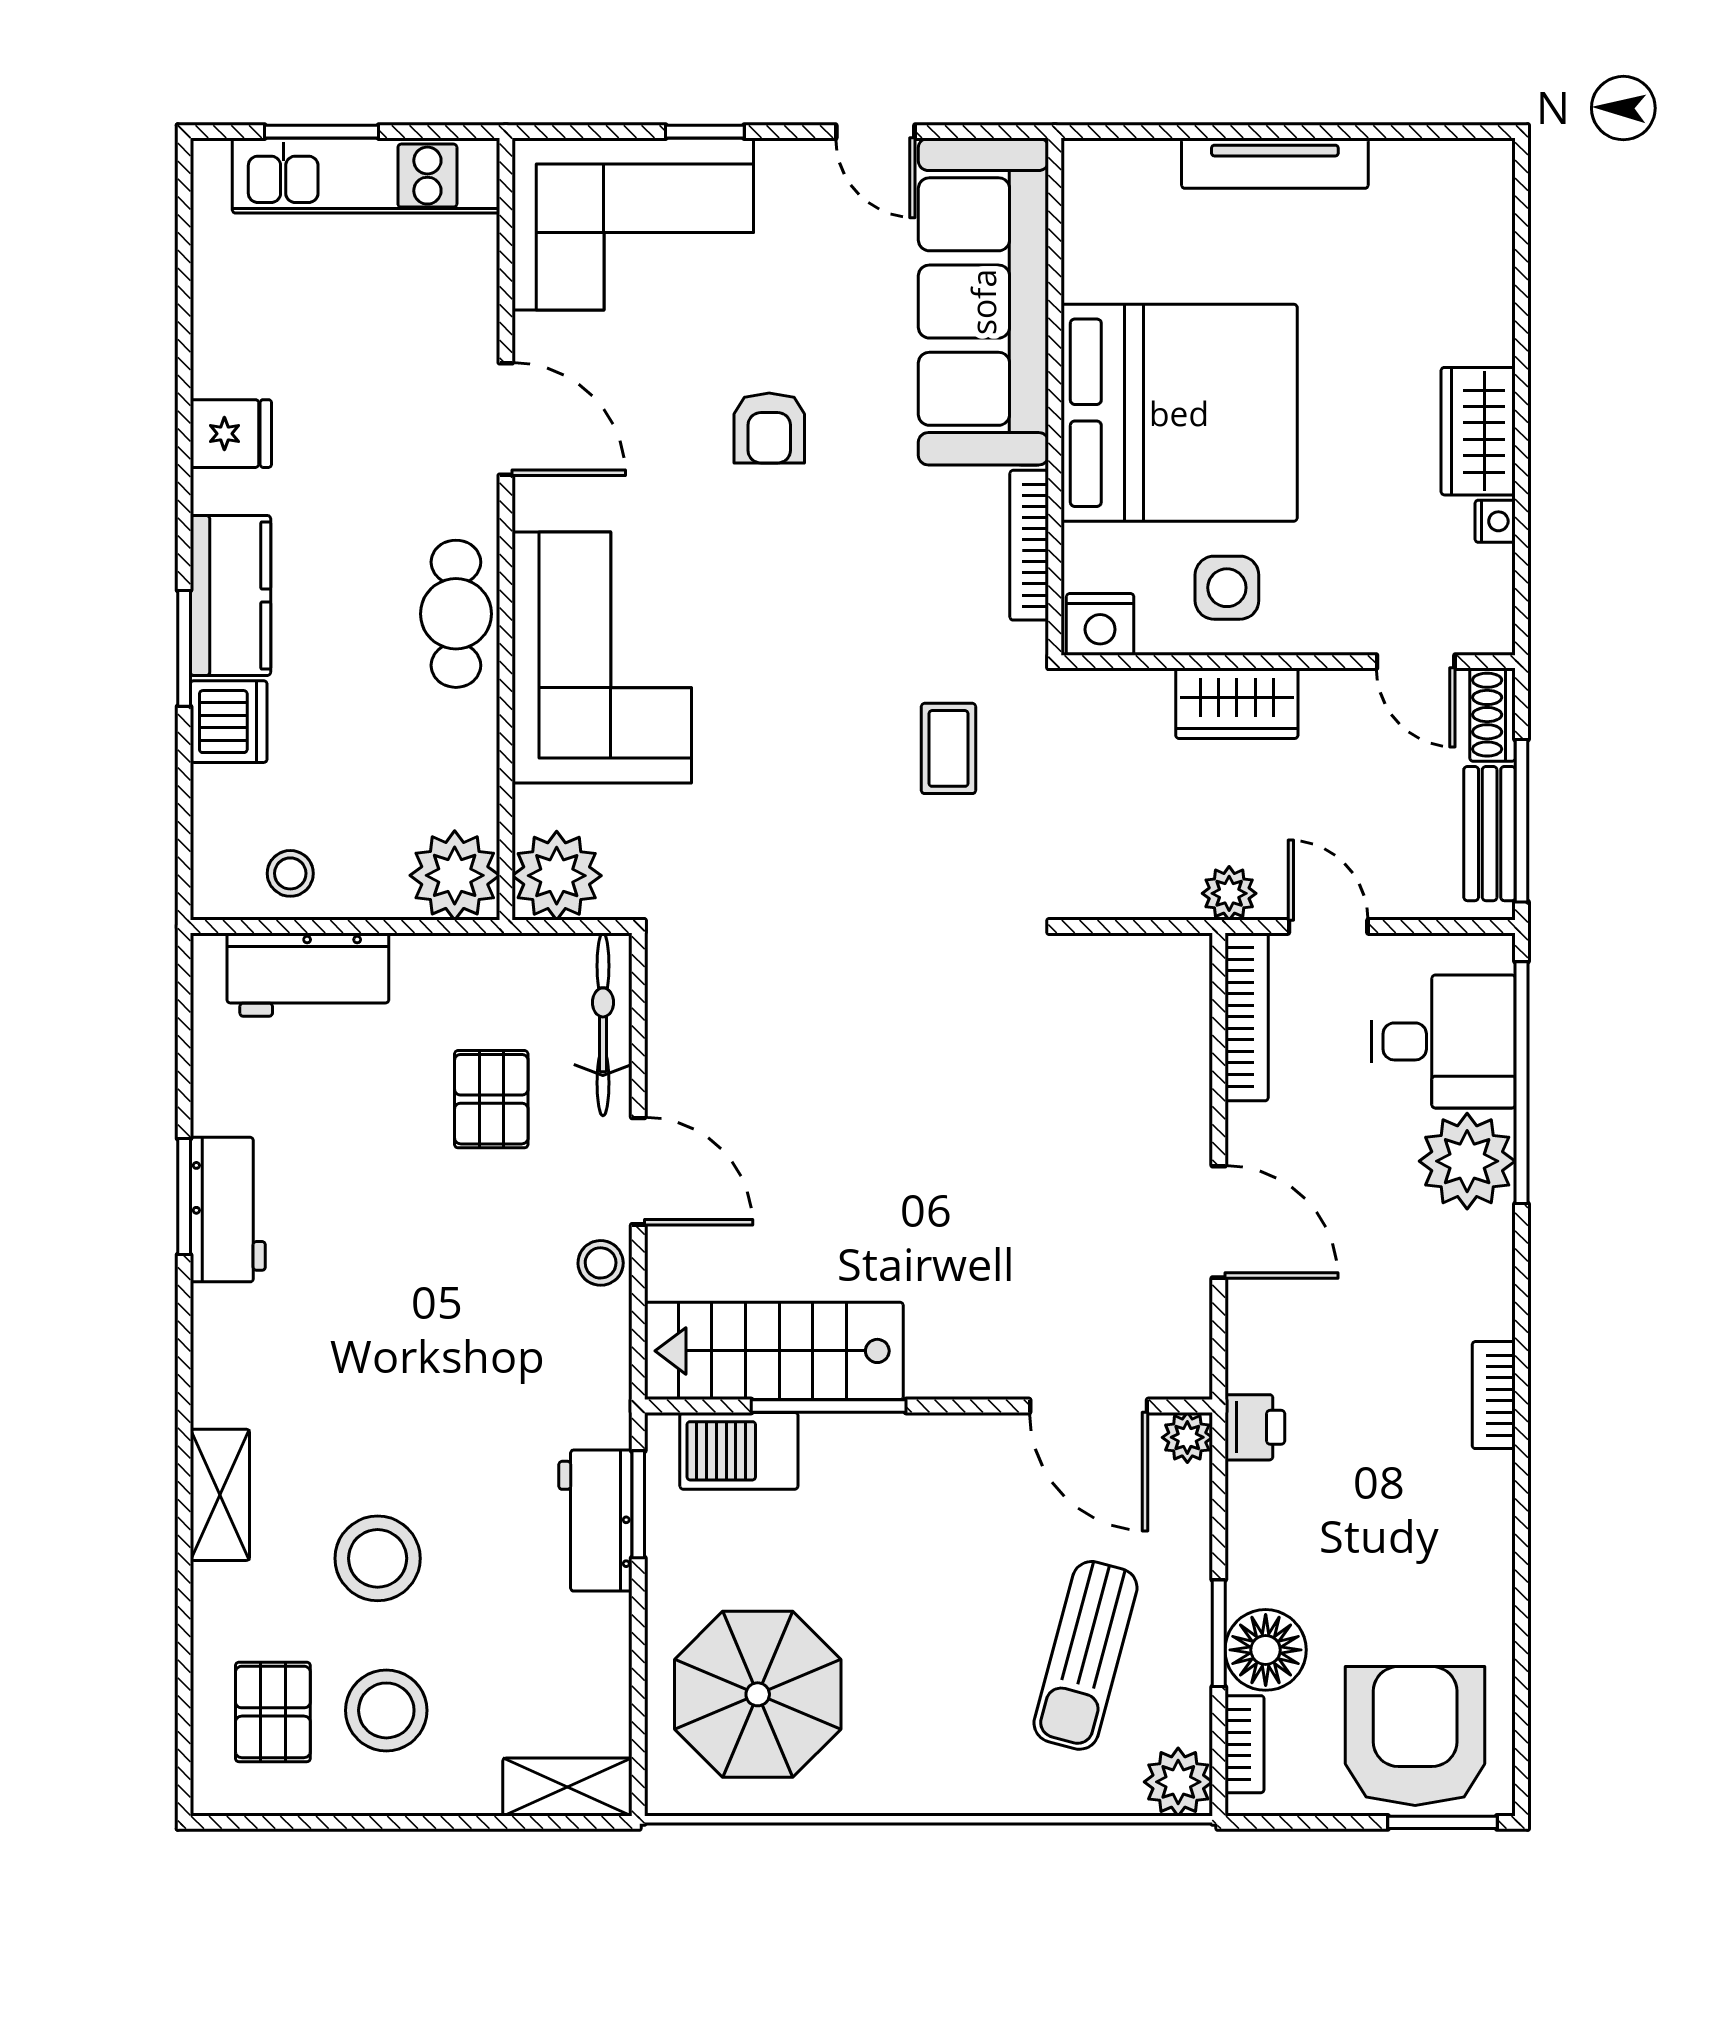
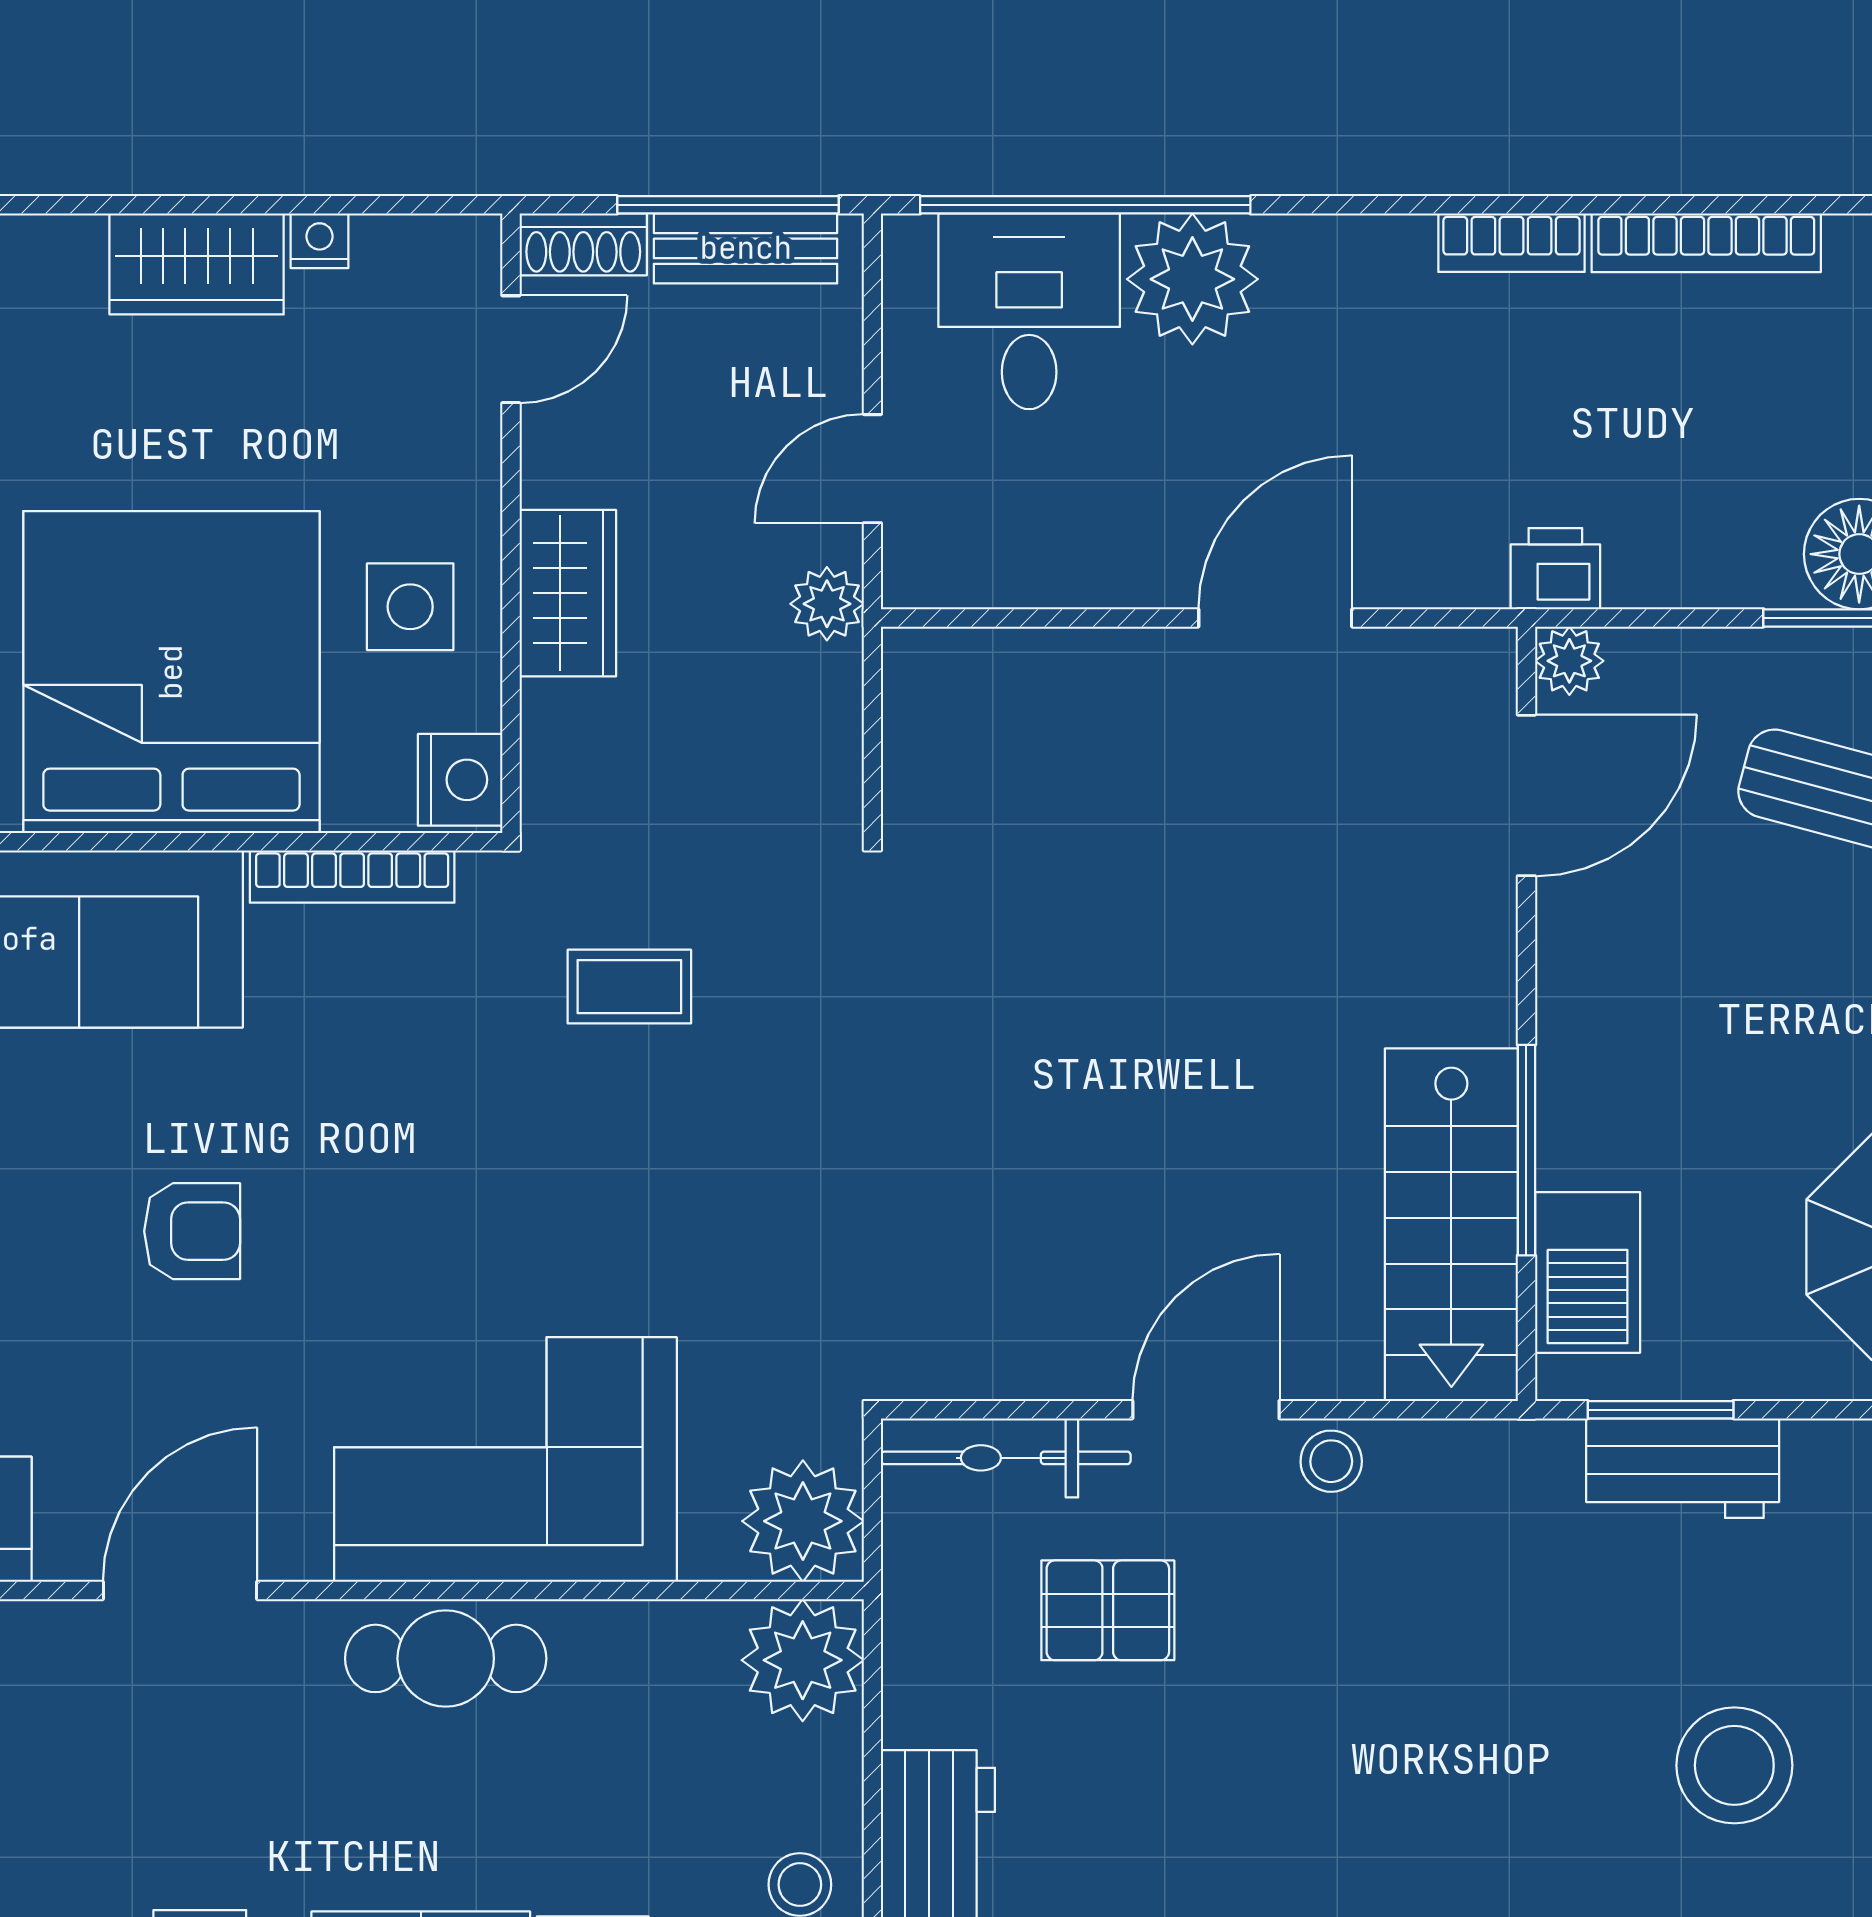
bookcase: (1247, 1017) -> (1706, 243), moved, turned 180

